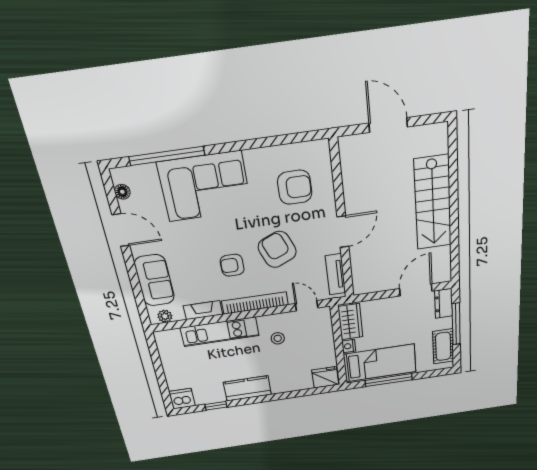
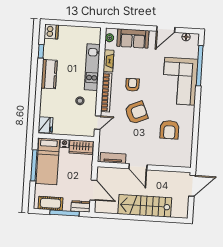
wall: (342, 221) -> (144, 167), moved
door: (343, 232) -> (138, 167), moved
tv unit: (335, 274) -> (113, 158), moved

